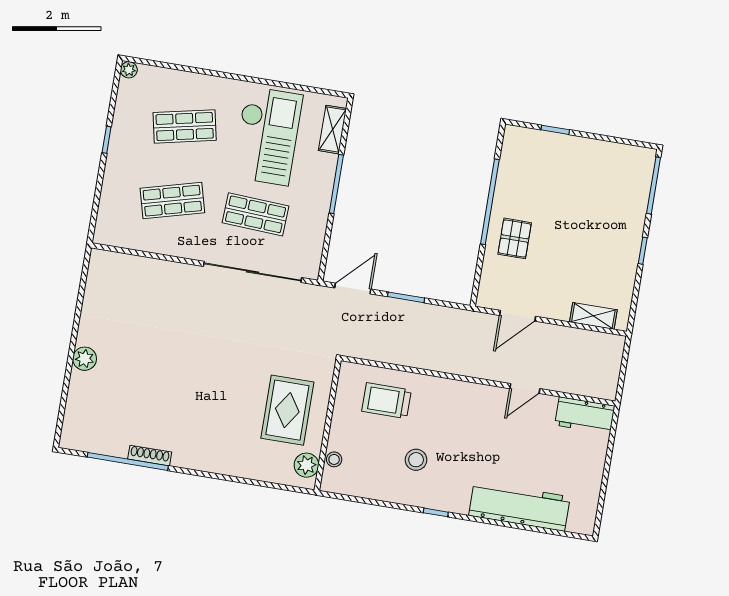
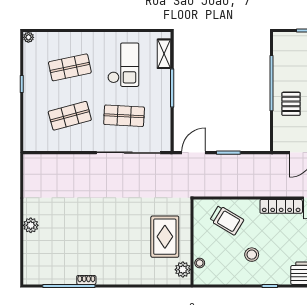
checkout: (267, 136) -> (123, 65), width x0.73, depth x0.83
locker: (473, 393) -> (281, 206), added
trolley: (387, 401) -> (227, 220), turned -149
shoe rack: (150, 456) -> (86, 280), width x0.70

